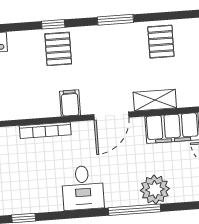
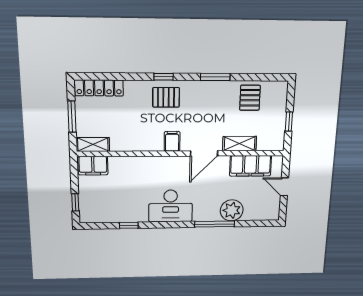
pallet: (58, 49) -> (166, 97), turned 90
bookcase: (45, 130) -> (151, 161), removed
desk: (83, 188) -> (171, 206), width x1.37

